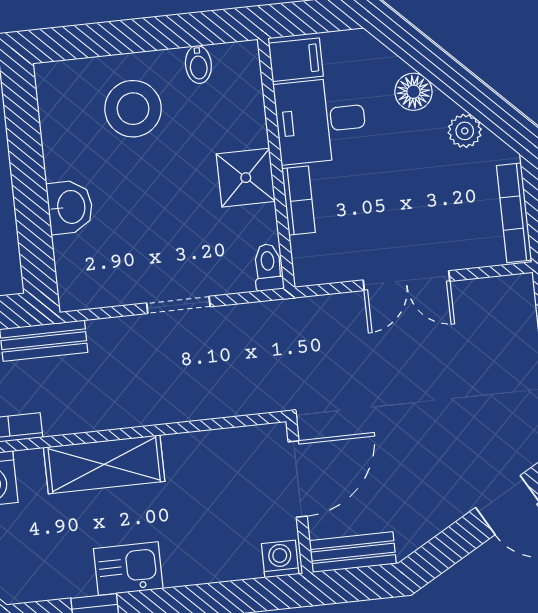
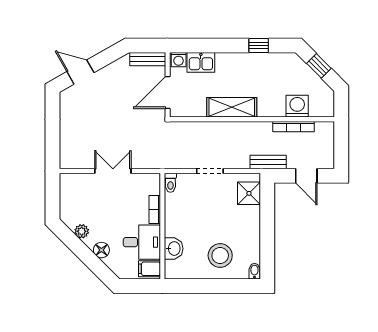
bidet: (198, 64) -> (254, 271), moved
shower: (246, 178) -> (249, 193), moved
washbasin: (70, 207) -> (174, 249), moved, turned 180
bookcase: (514, 213) -> (65, 195), removed
shelving: (104, 464) -> (232, 107), moved
kitchen sink: (128, 569) -> (201, 62), moved

